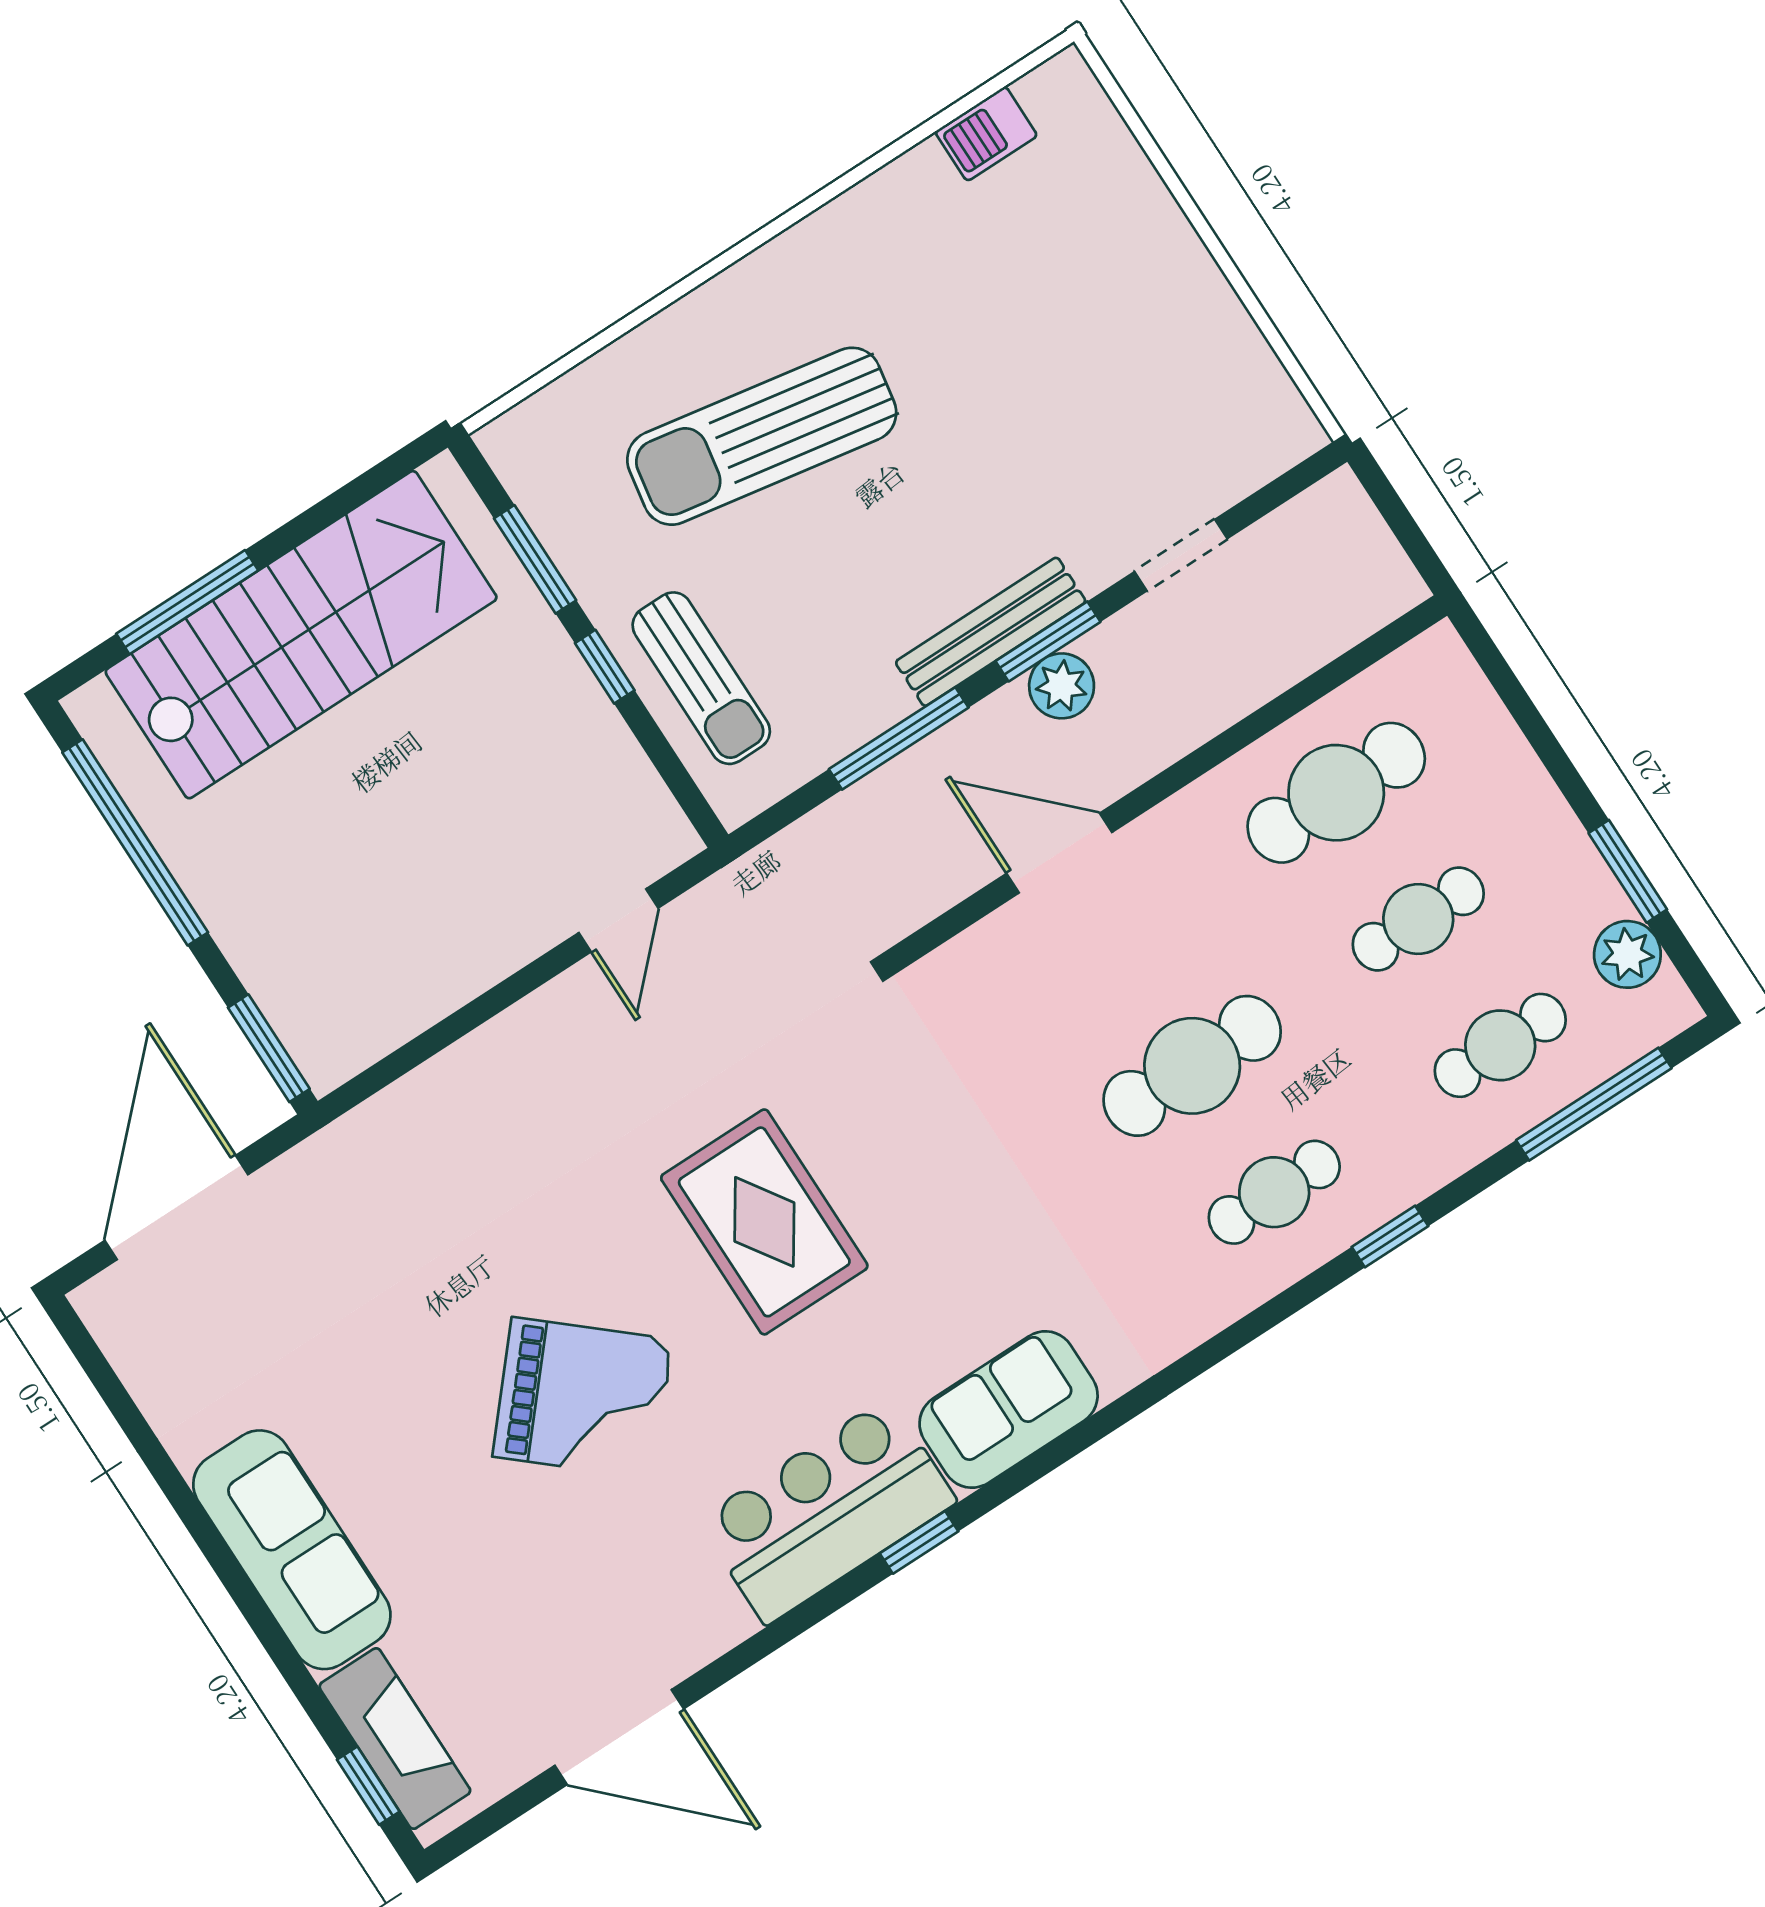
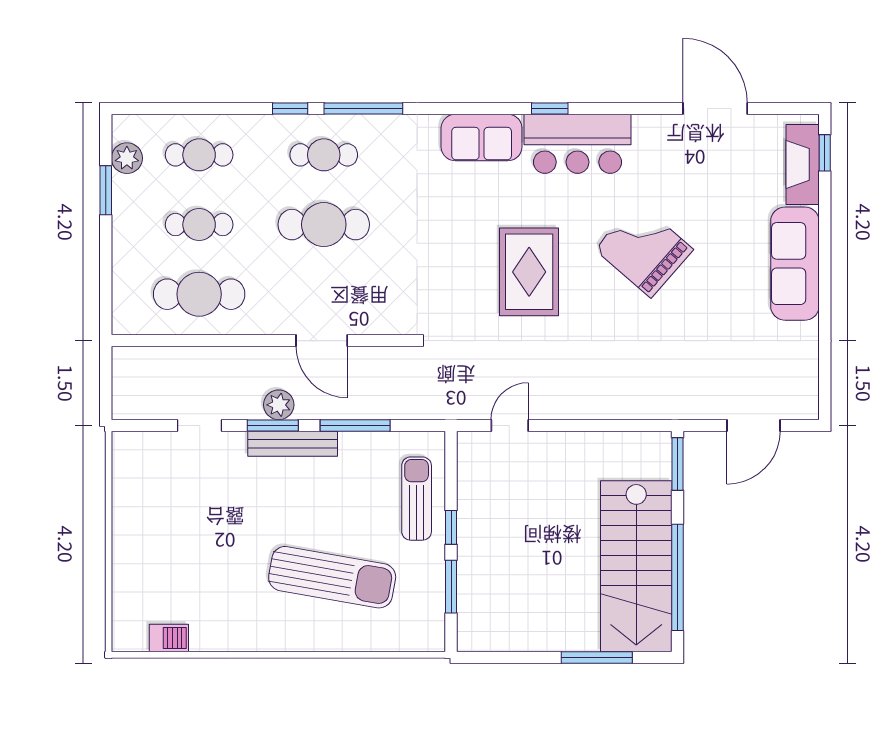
stairs: (301, 635) -> (636, 566), moved, turned -90
window: (1594, 1104) -> (363, 108), moved
door: (176, 1207) -> (753, 425), width x0.73

